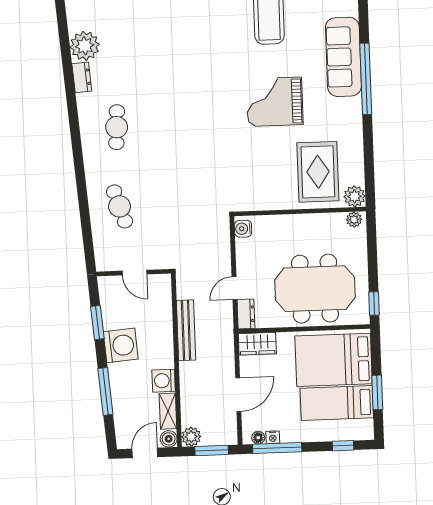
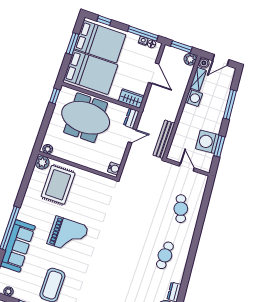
bench: (186, 330) -> (164, 139), moved
washing machine: (121, 345) -> (207, 142), moved
door: (238, 395) -> (154, 73), swing flipped
bed: (337, 403) -> (100, 42), width x1.50

